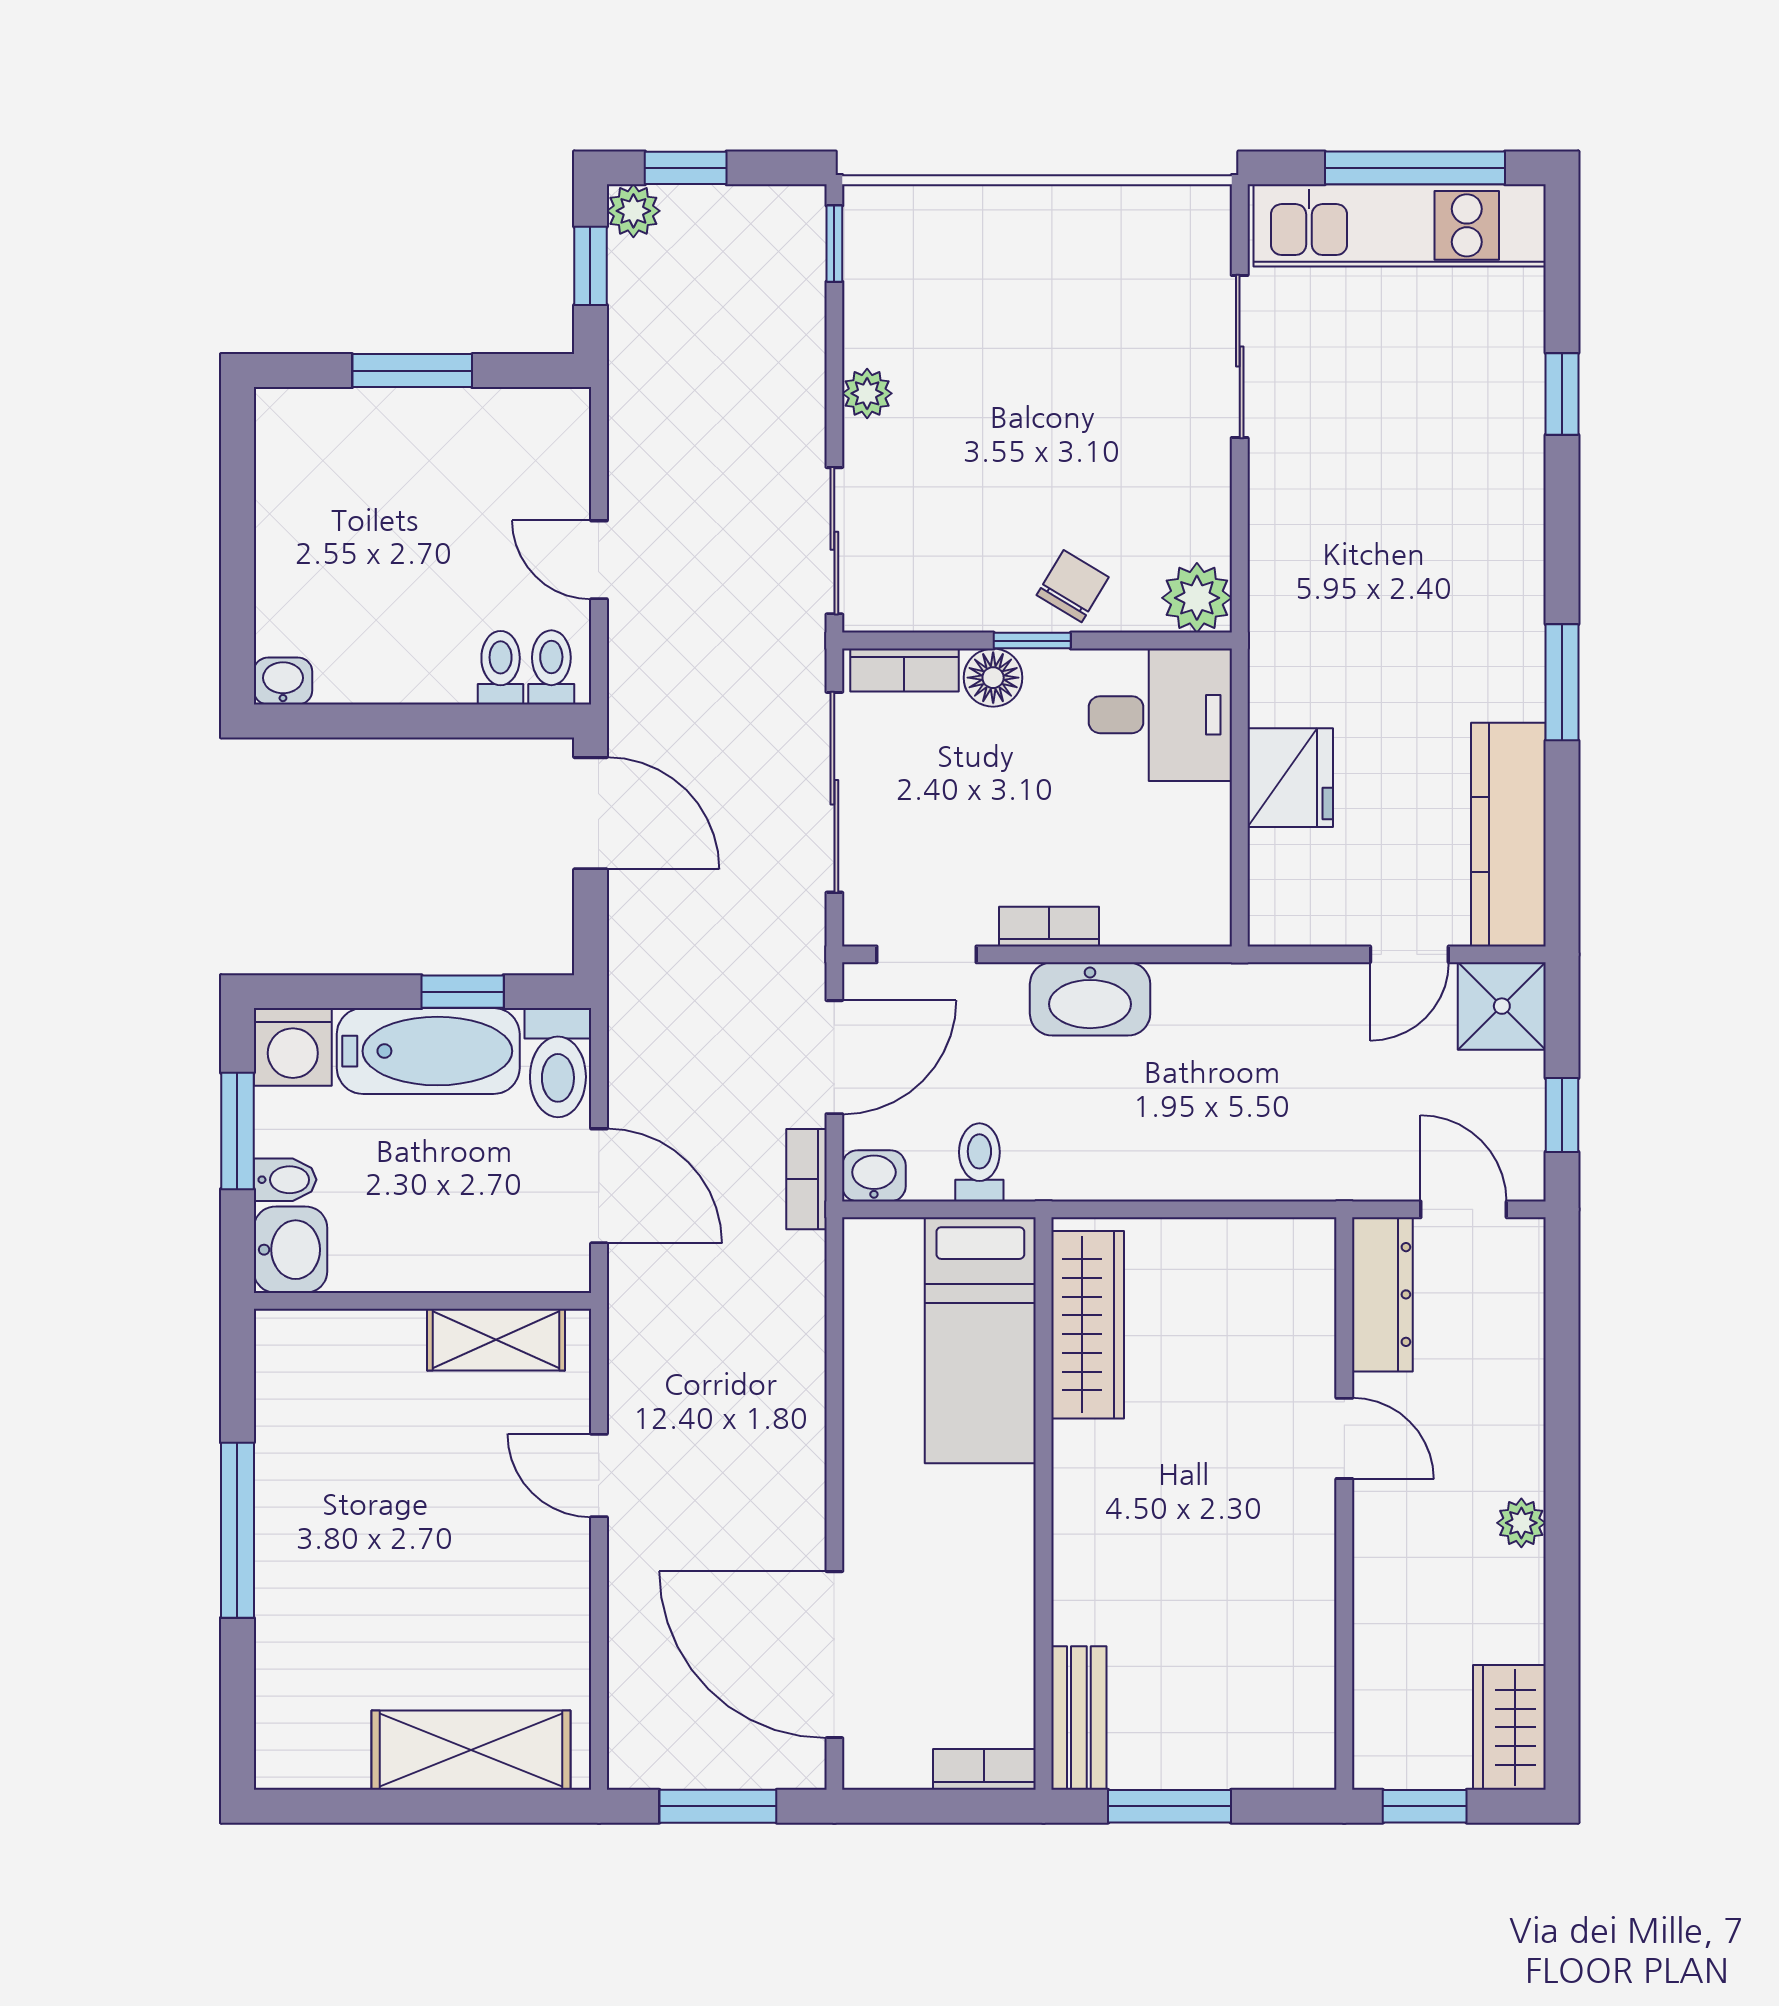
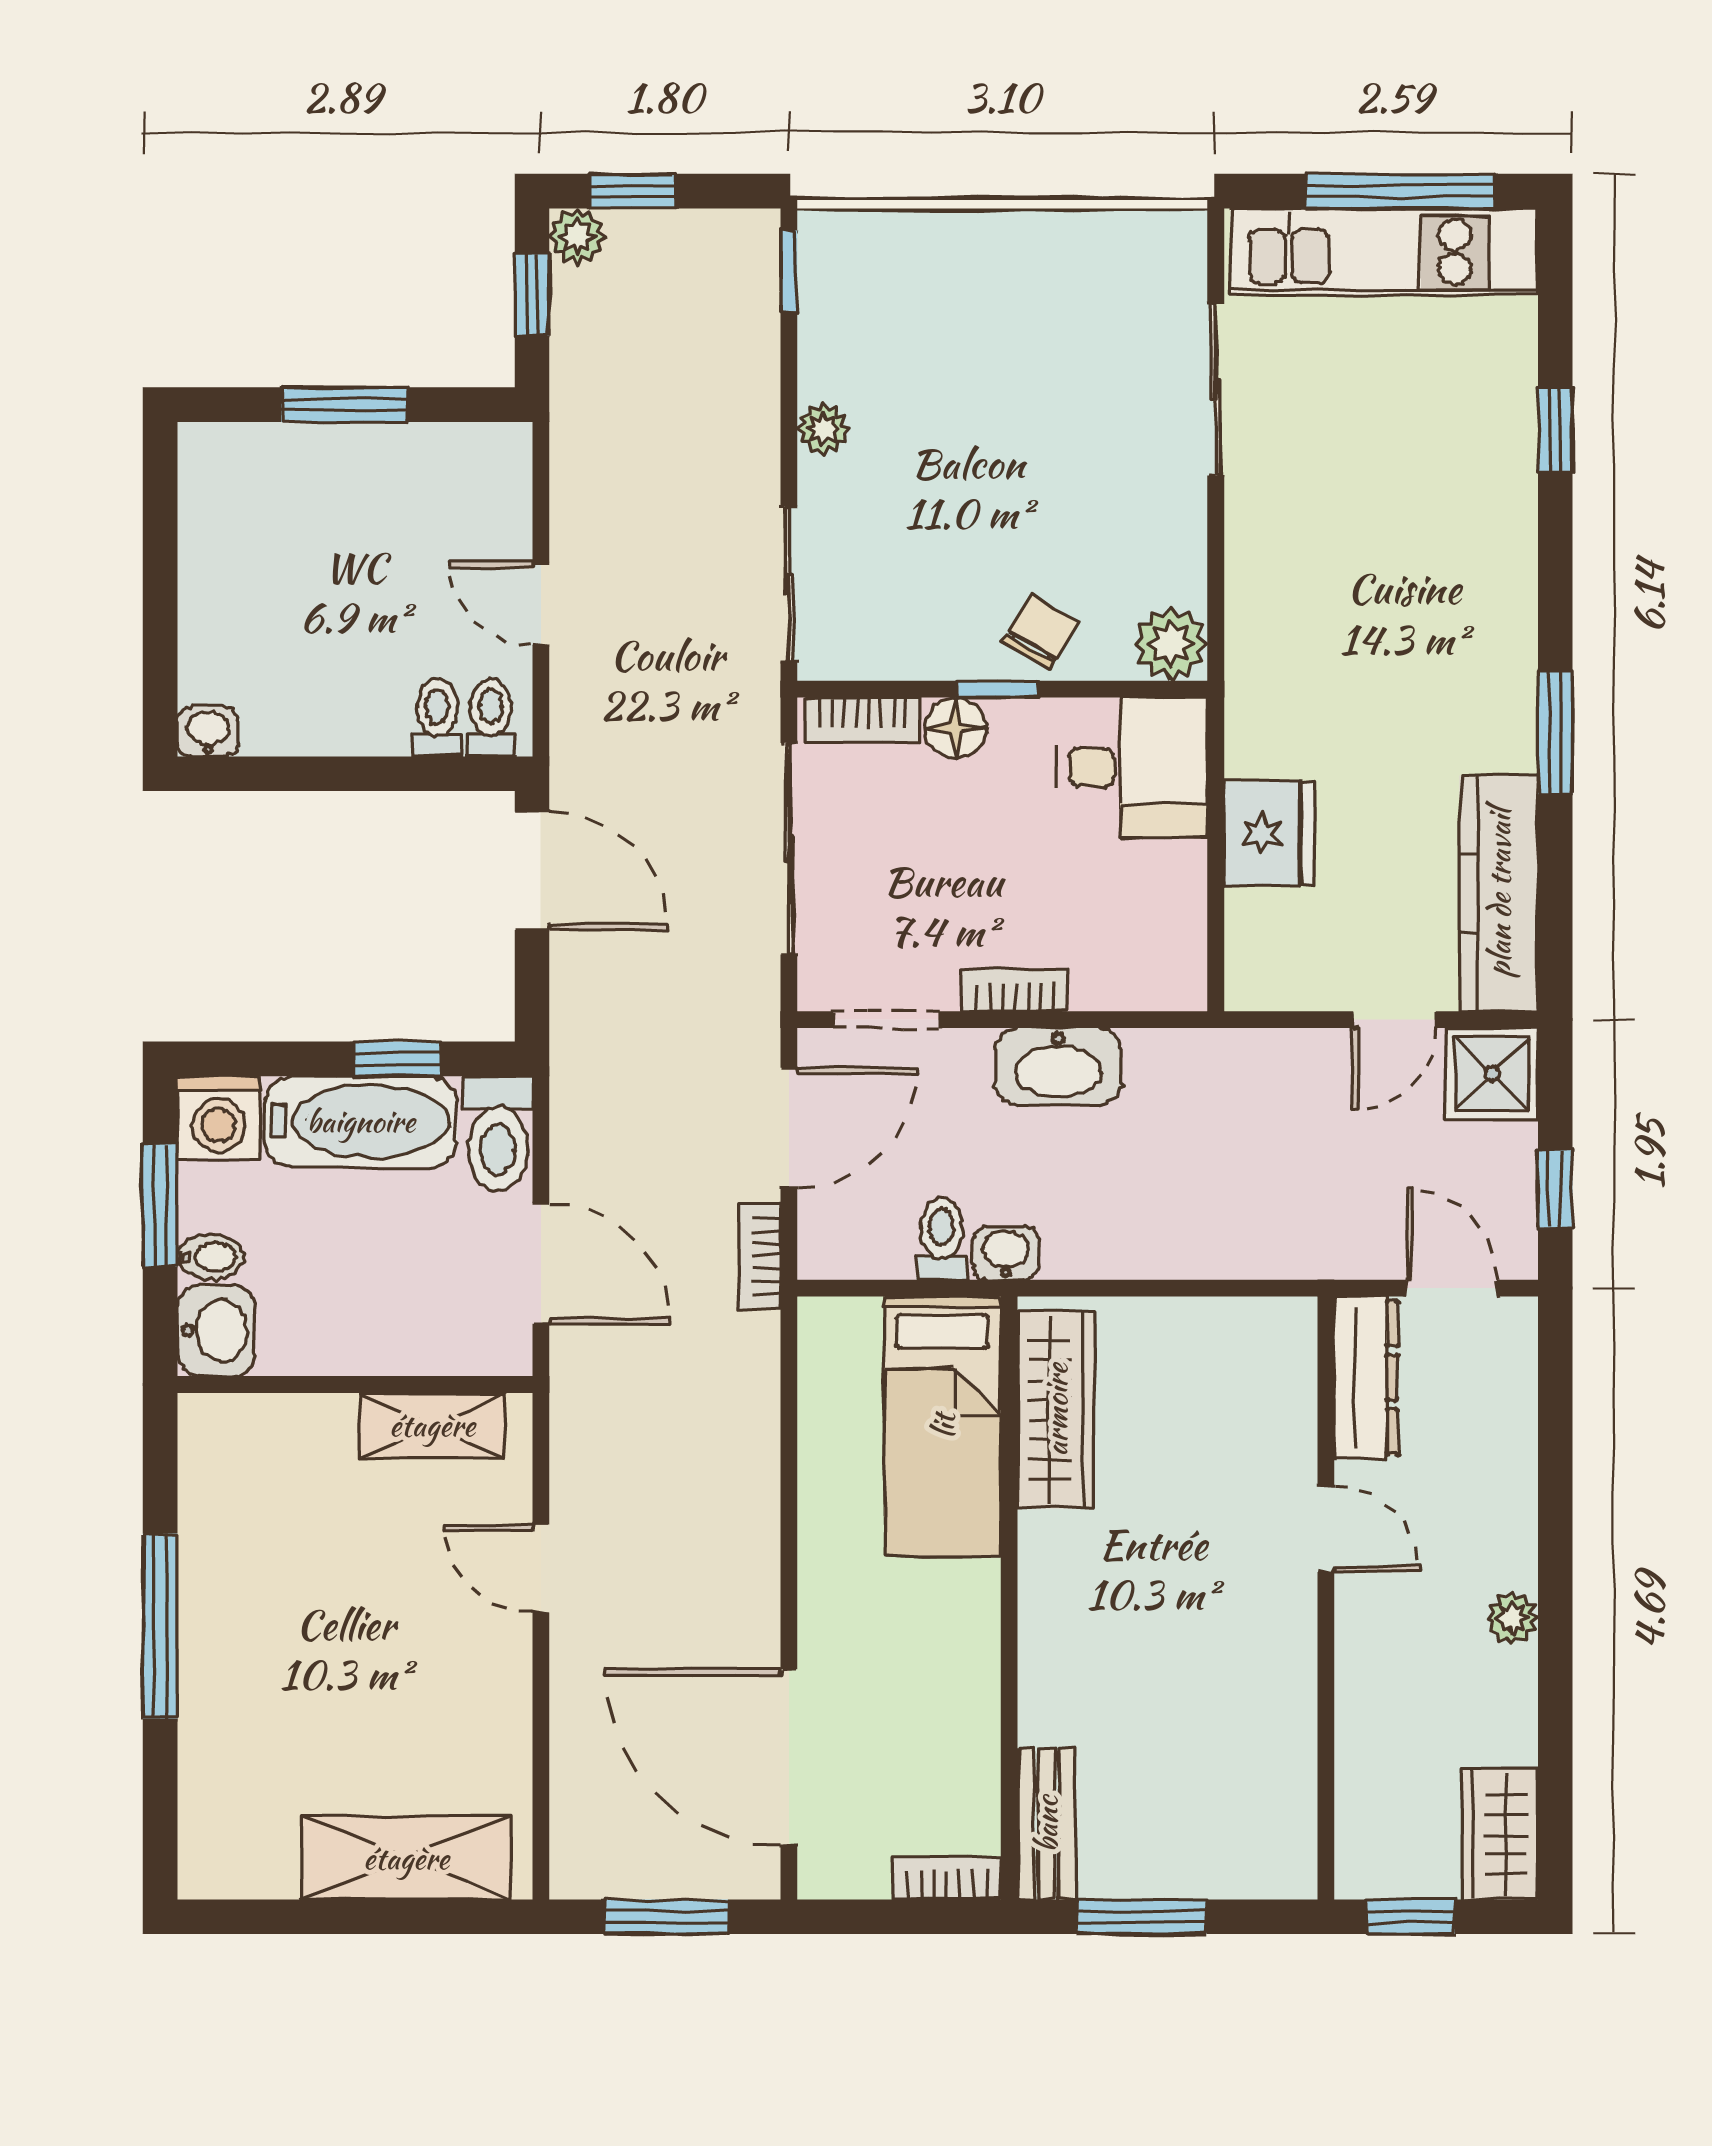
washbasin: (874, 1176) -> (1006, 1253), moved

